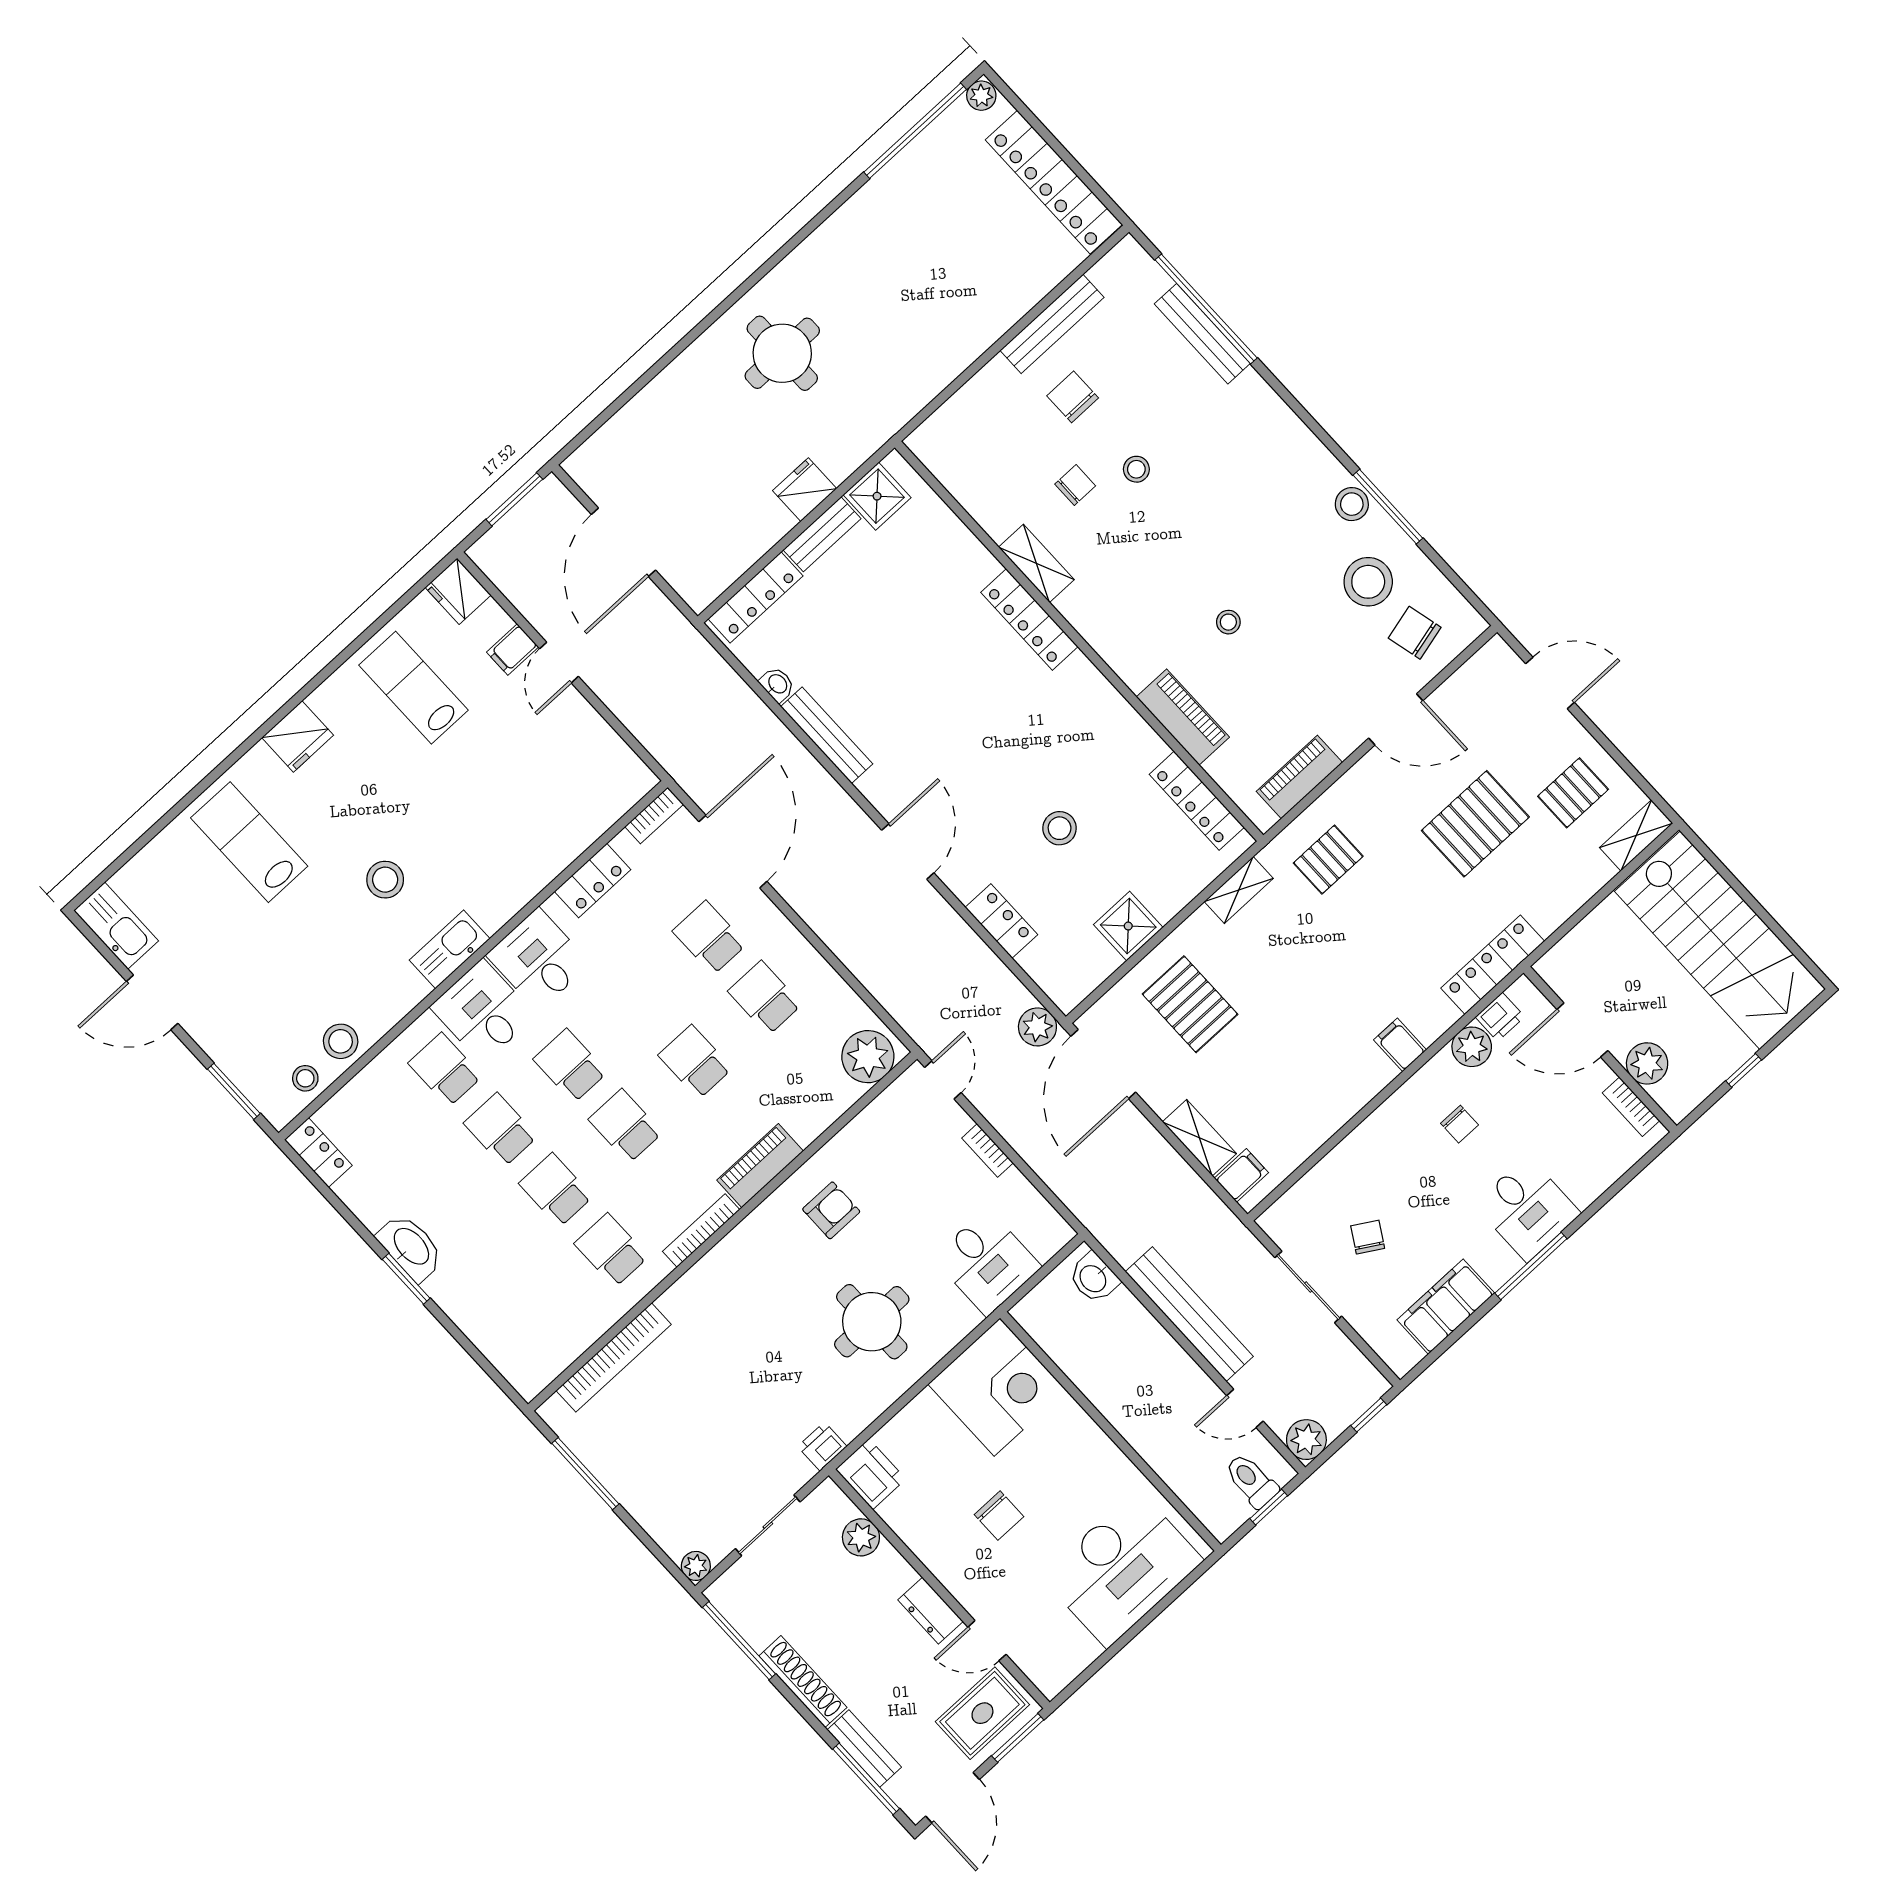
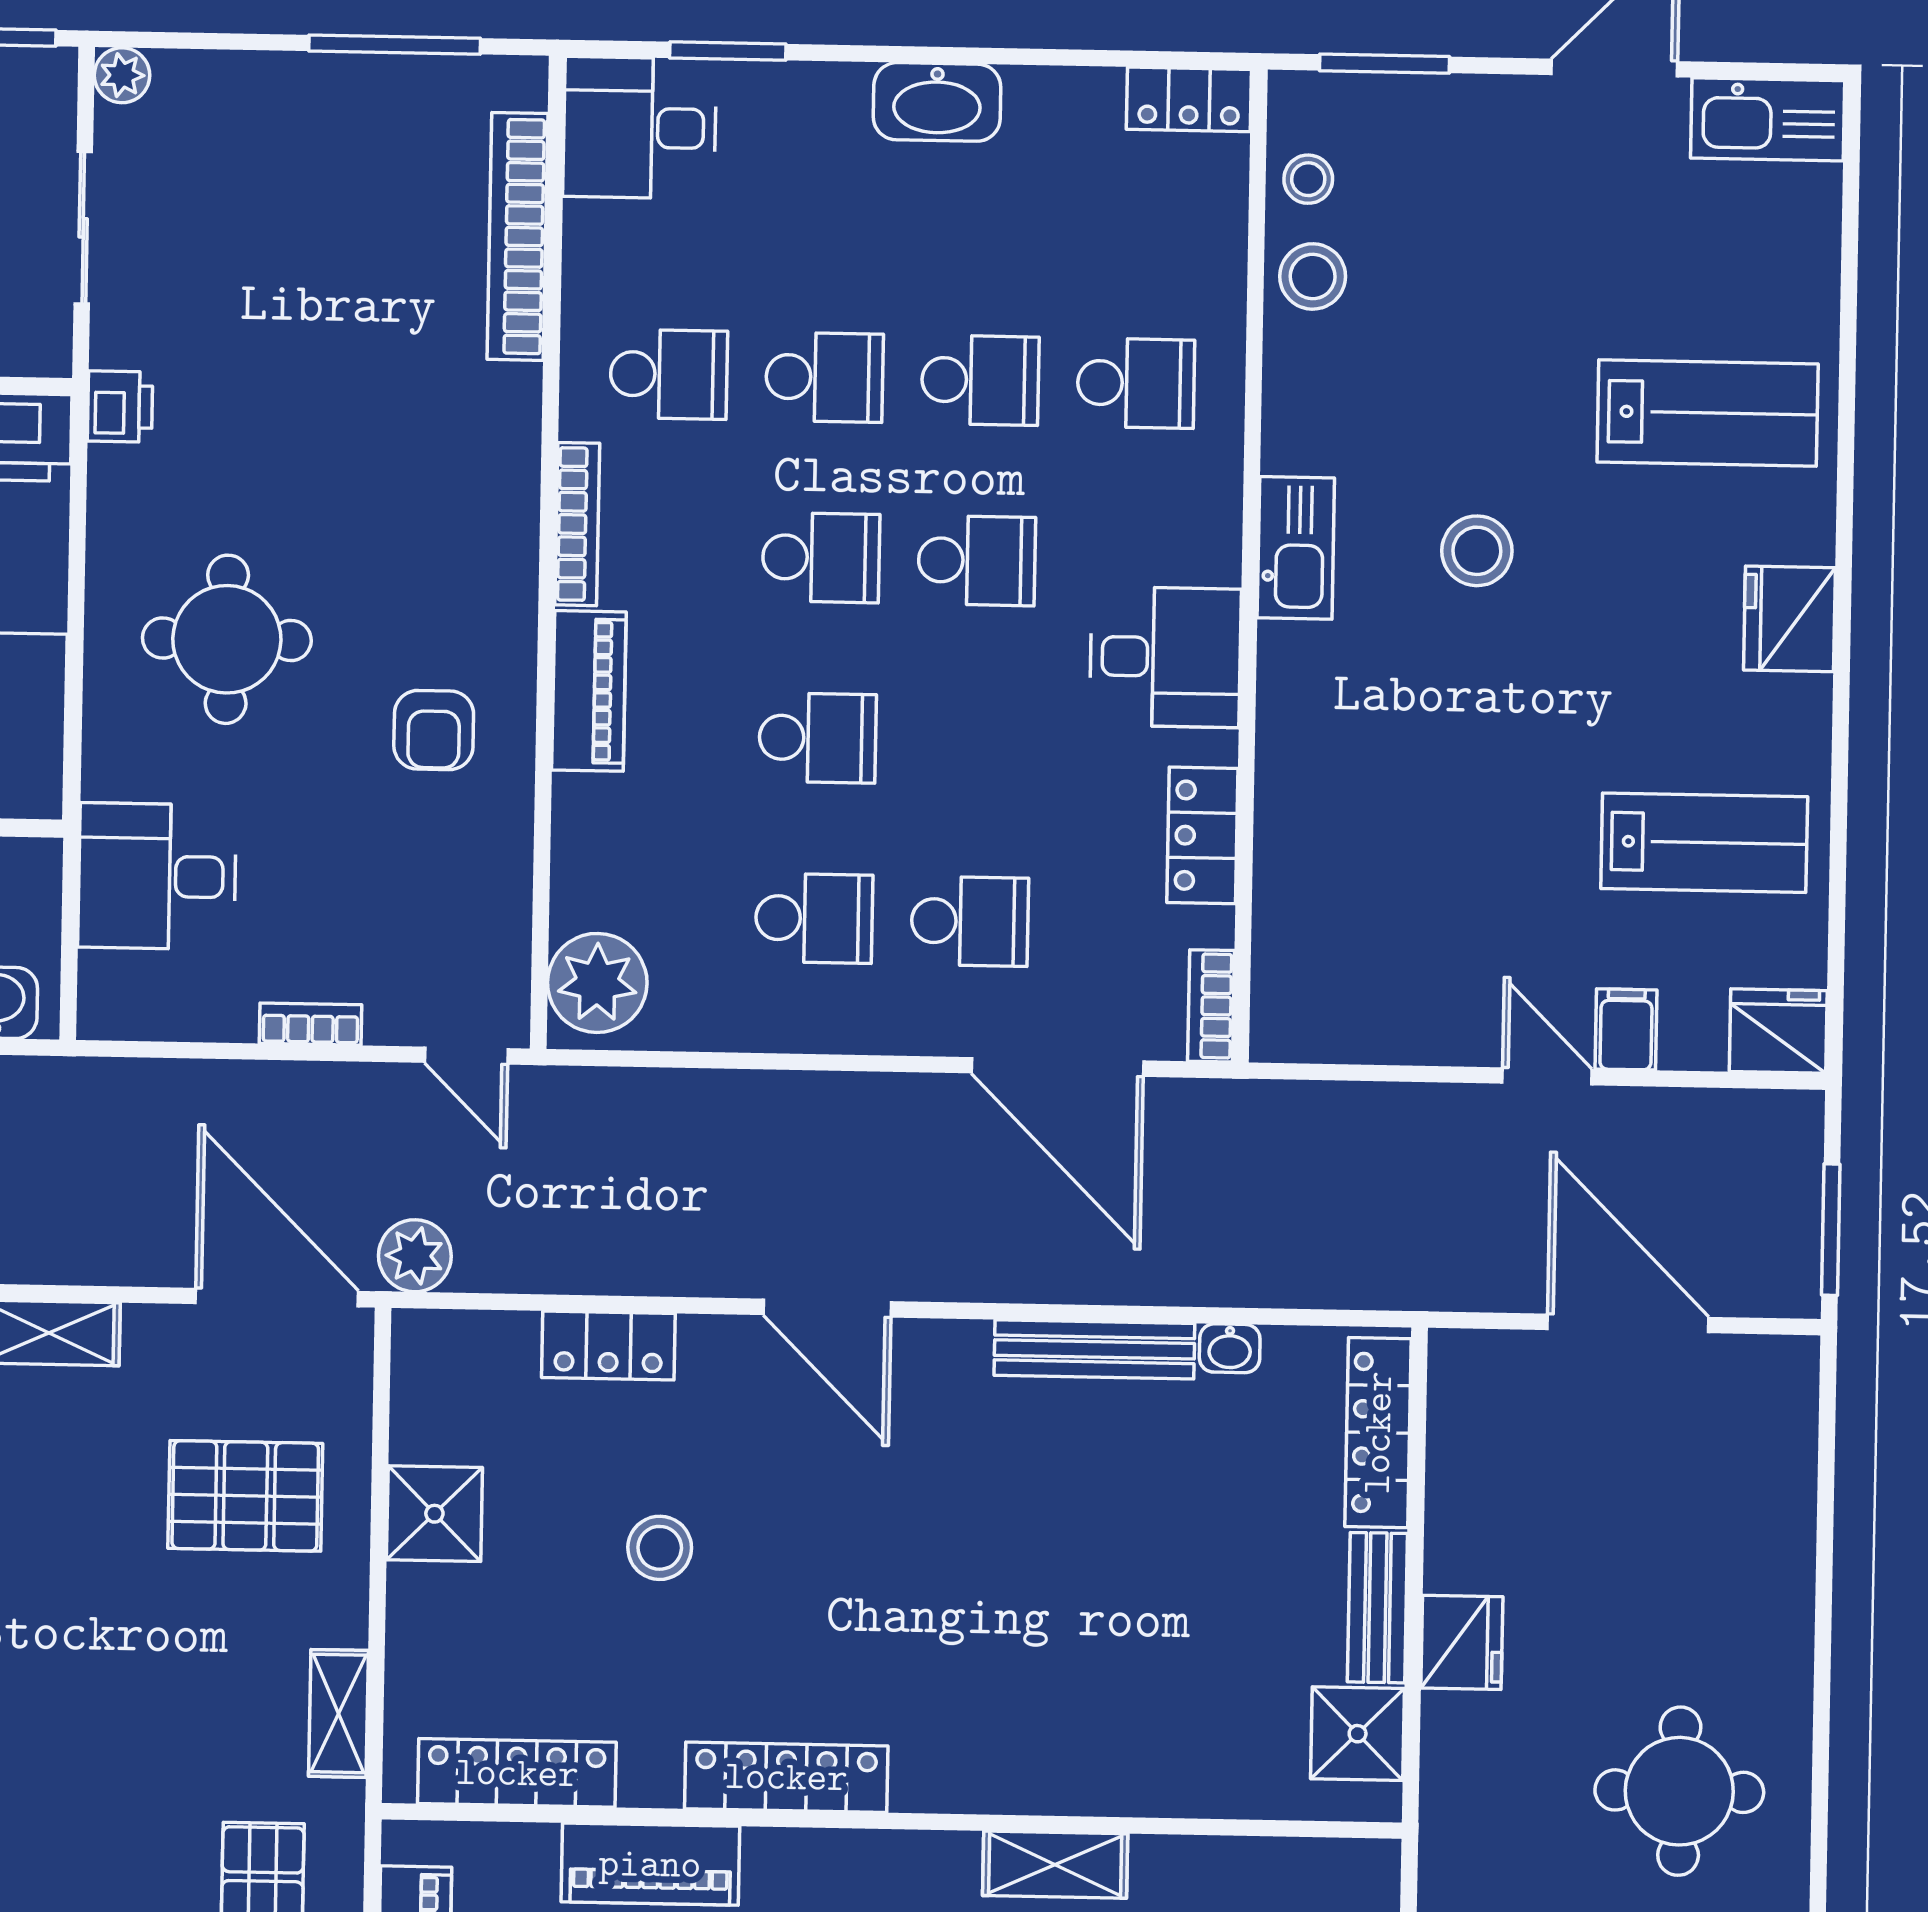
locker: (1029, 620) -> (786, 1777), moved
desk: (483, 1011) -> (640, 128), moved, turned 180
window: (406, 1279) -> (728, 51), moved

